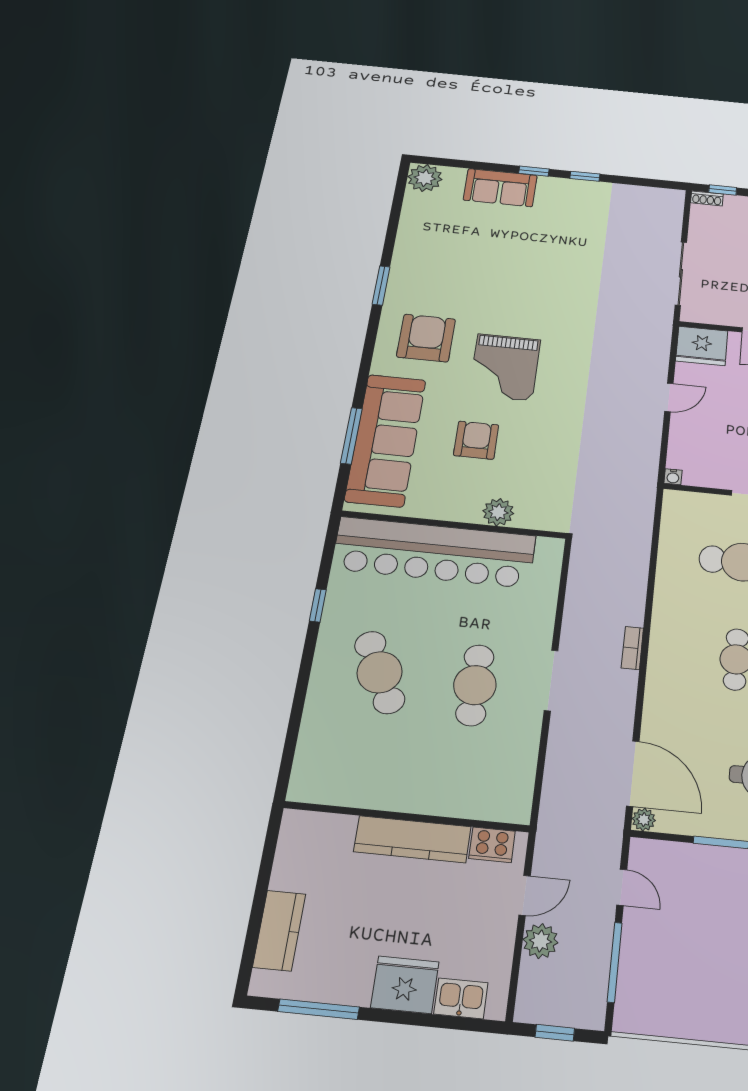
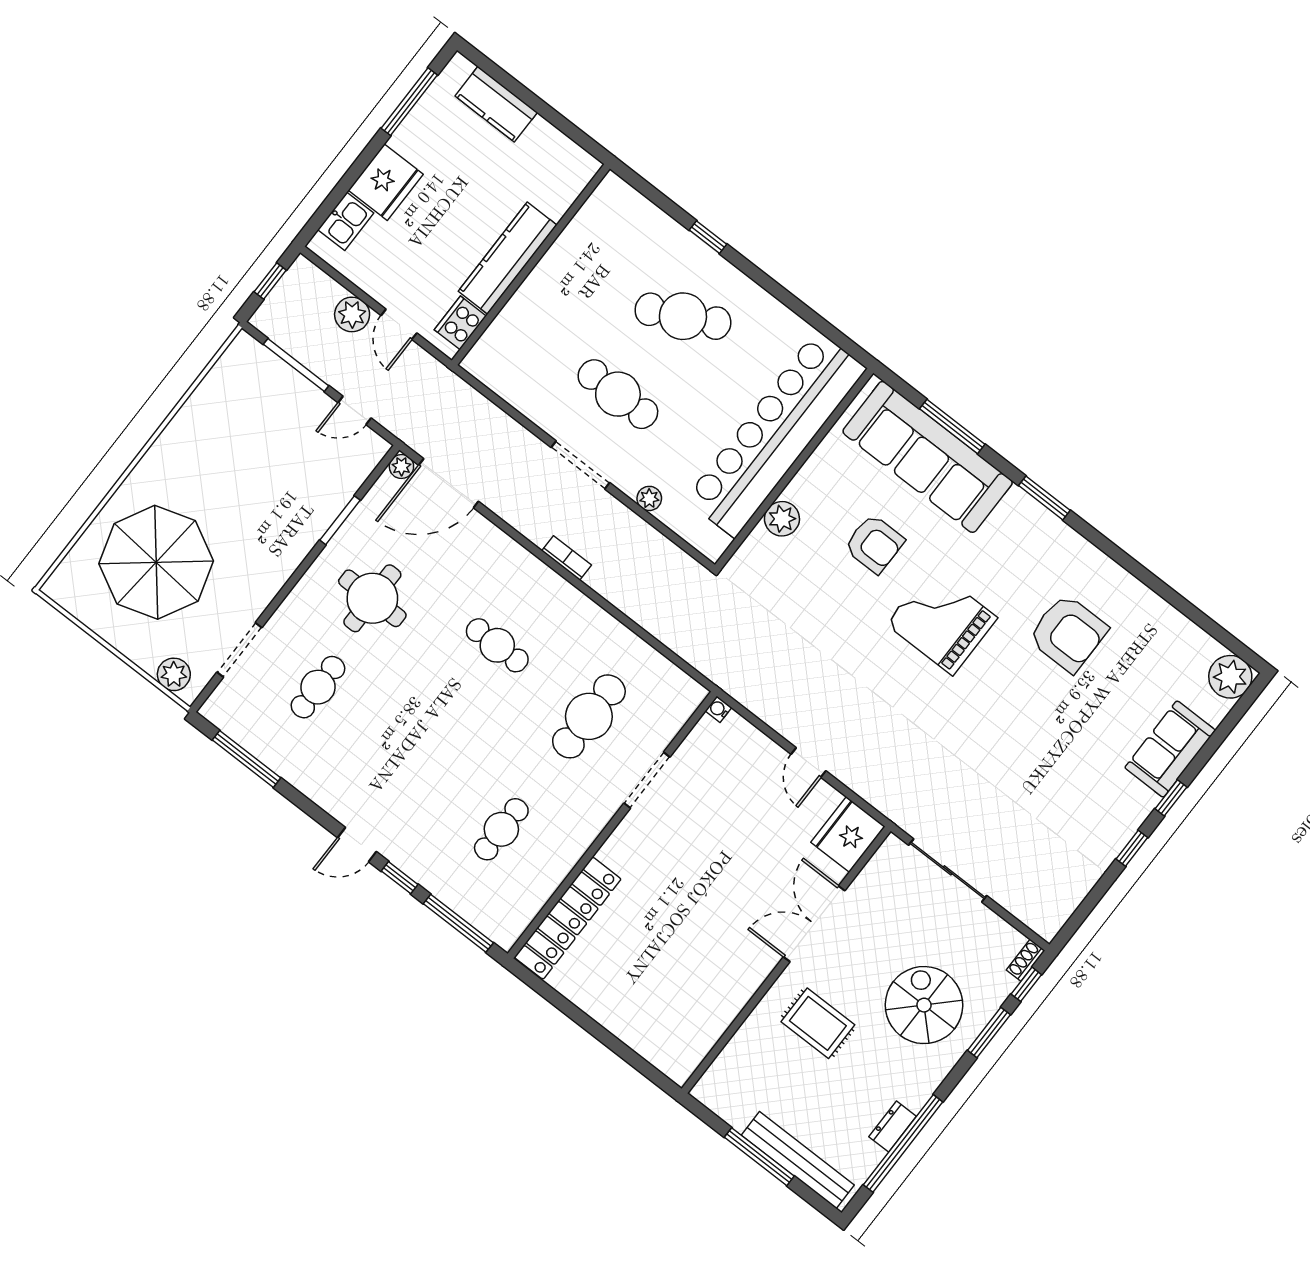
window: (381, 286) -> (1044, 498), moved
armchair: (426, 338) -> (1068, 633), moved
window: (318, 605) -> (708, 237), moved
plant: (545, 614) -> (649, 498), added

